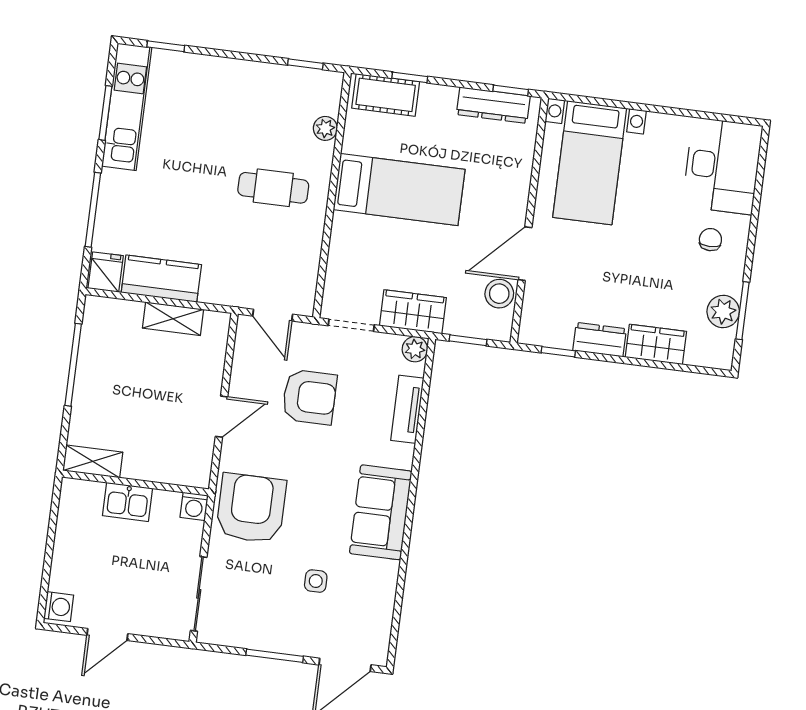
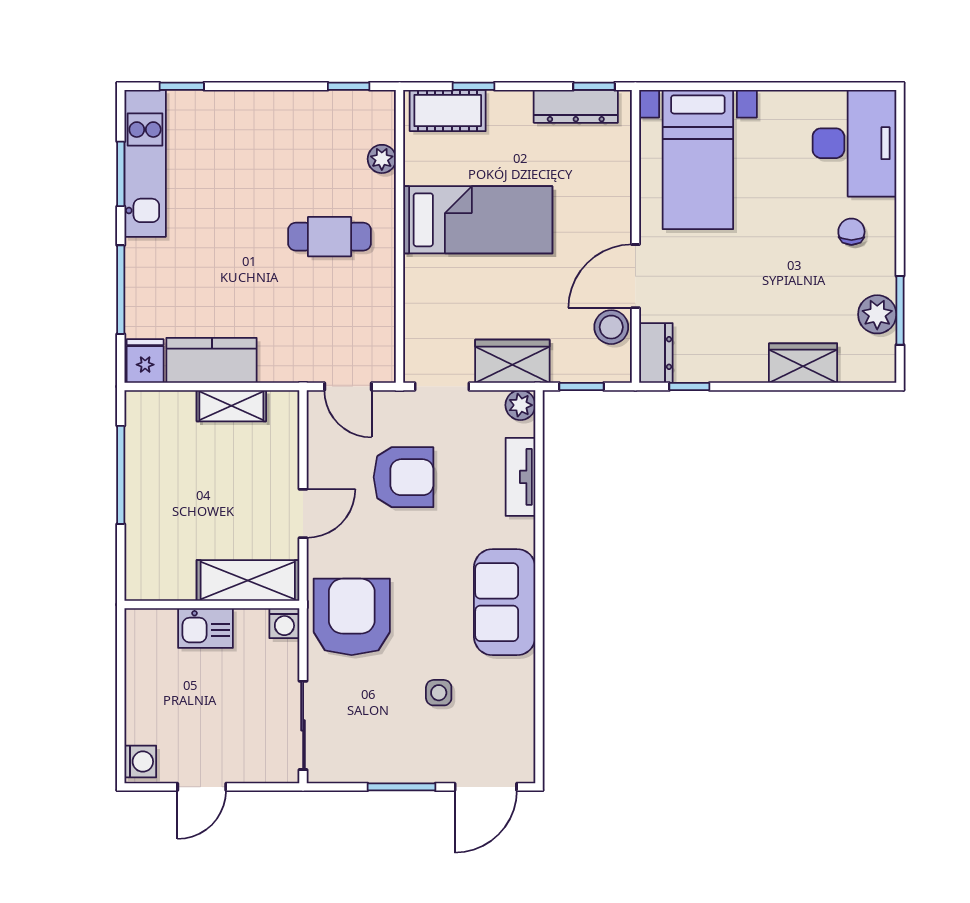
dresser: (600, 340) -> (656, 353), moved, turned 90
shelving: (93, 461) -> (248, 581), moved, width x1.50, depth x1.33

